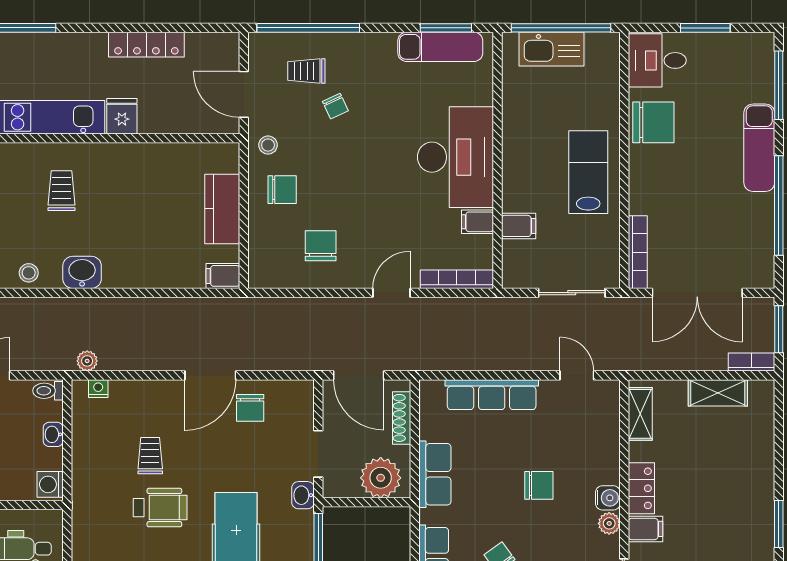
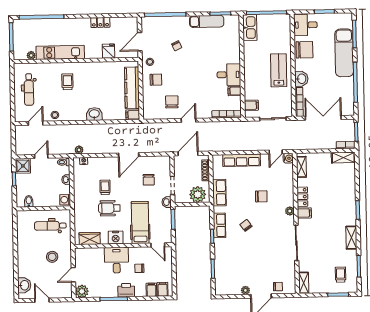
locker: (146, 45) -> (100, 22), width x0.66
exam couch: (440, 47) -> (207, 21), moved
kitchen sink: (551, 49) -> (250, 28), moved, turned -90
trolley: (306, 71) -> (165, 32), removed
door: (244, 94) -> (140, 42), hinge flipped
fridge: (122, 116) -> (109, 51), moved
exam couch: (759, 148) -> (344, 53), width x1.36, depth x1.45
desk: (455, 157) -> (229, 75), width x0.53, depth x0.77
washbasin: (645, 194) -> (301, 79), added
kitchen counter: (222, 209) -> (132, 88), width x1.50
filing cabinet: (519, 226) -> (251, 105), moved
washbasin: (82, 272) -> (94, 114), moved
door: (391, 293) -> (188, 120), moved
double door: (697, 293) -> (323, 118), swing flipped
door: (359, 375) -> (188, 154), swing flipped
door: (577, 375) -> (276, 152), swing flipped
shelving: (718, 393) -> (343, 158), moved
chair: (250, 408) -> (149, 180), moved
water cooler: (608, 498) -> (288, 158), moved
wheelchair: (160, 508) -> (109, 208), turned 180

